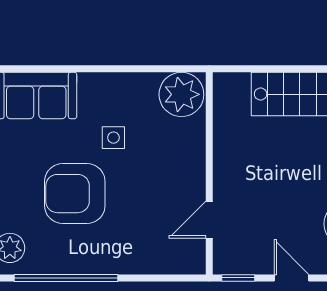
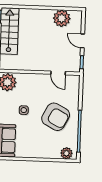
armchair: (75, 194) -> (56, 117), moved, turned -62
door: (291, 278) -> (83, 41), hinge flipped

